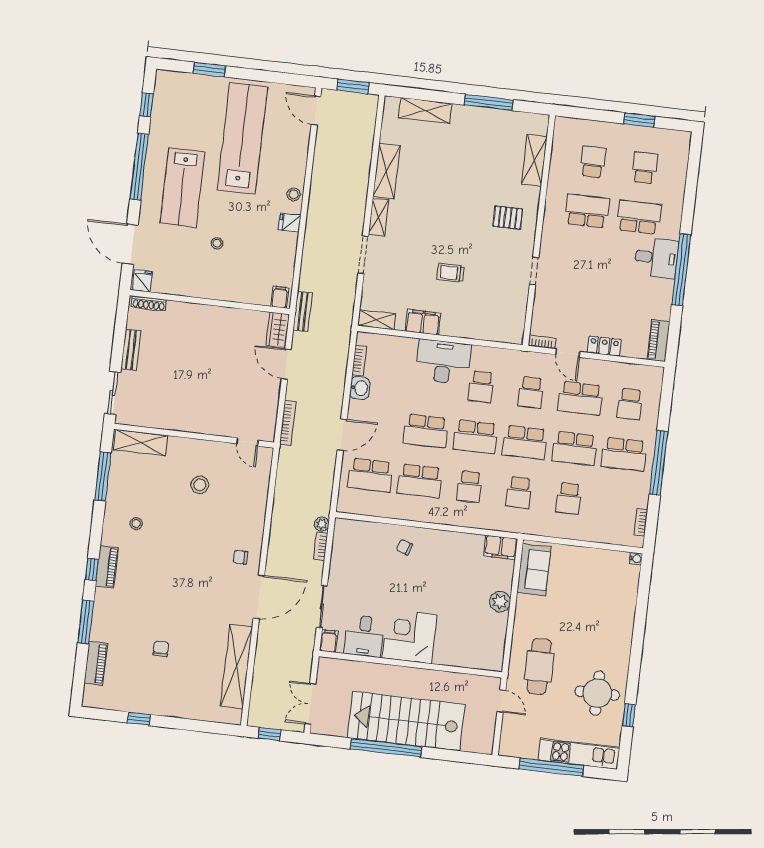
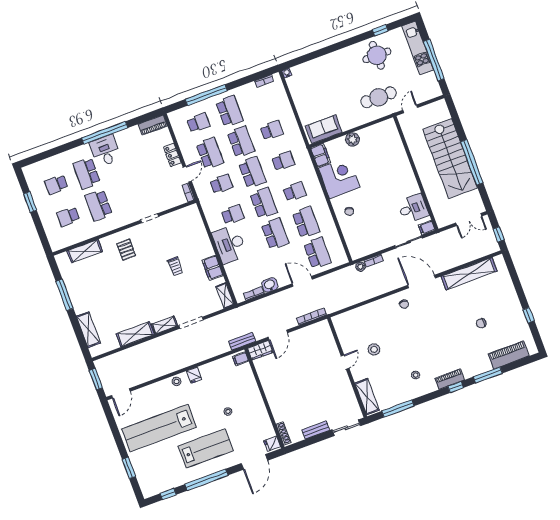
door: (247, 442) -> (345, 362), moved
window: (659, 463) -> (206, 95), moved
corner desk: (409, 636) -> (339, 178), moved, turned 180
piano: (96, 663) -> (508, 355), width x1.37, depth x1.33

